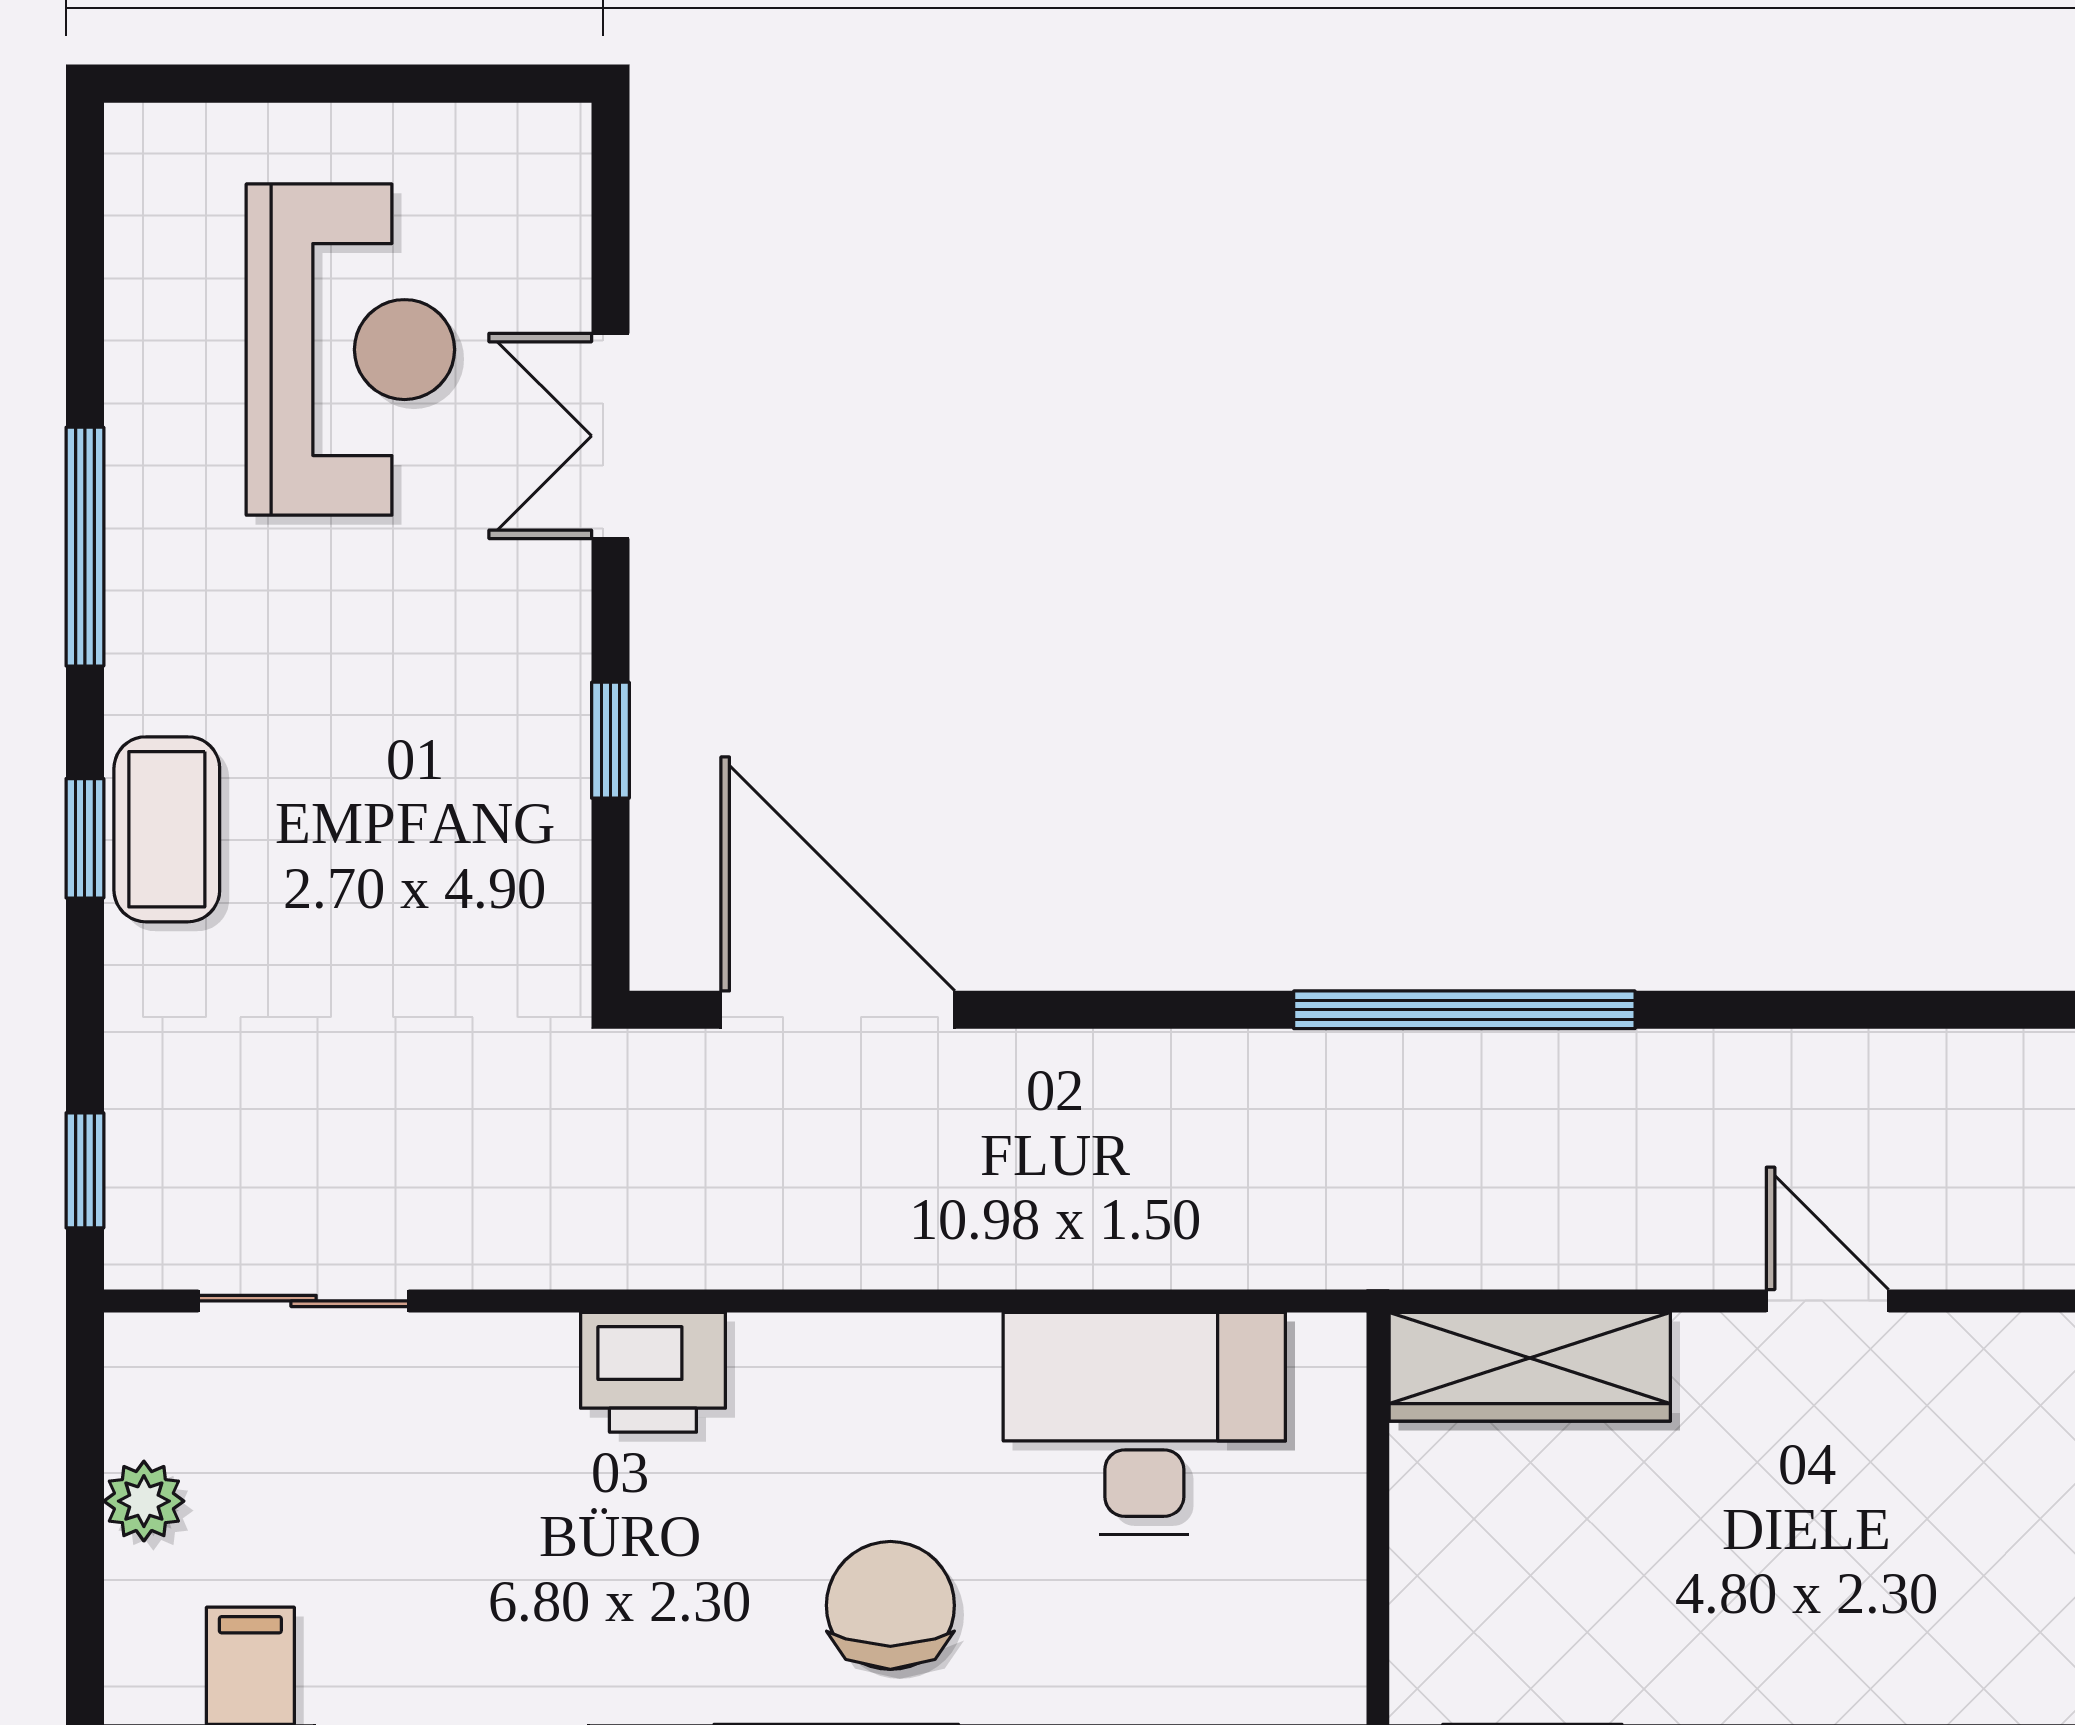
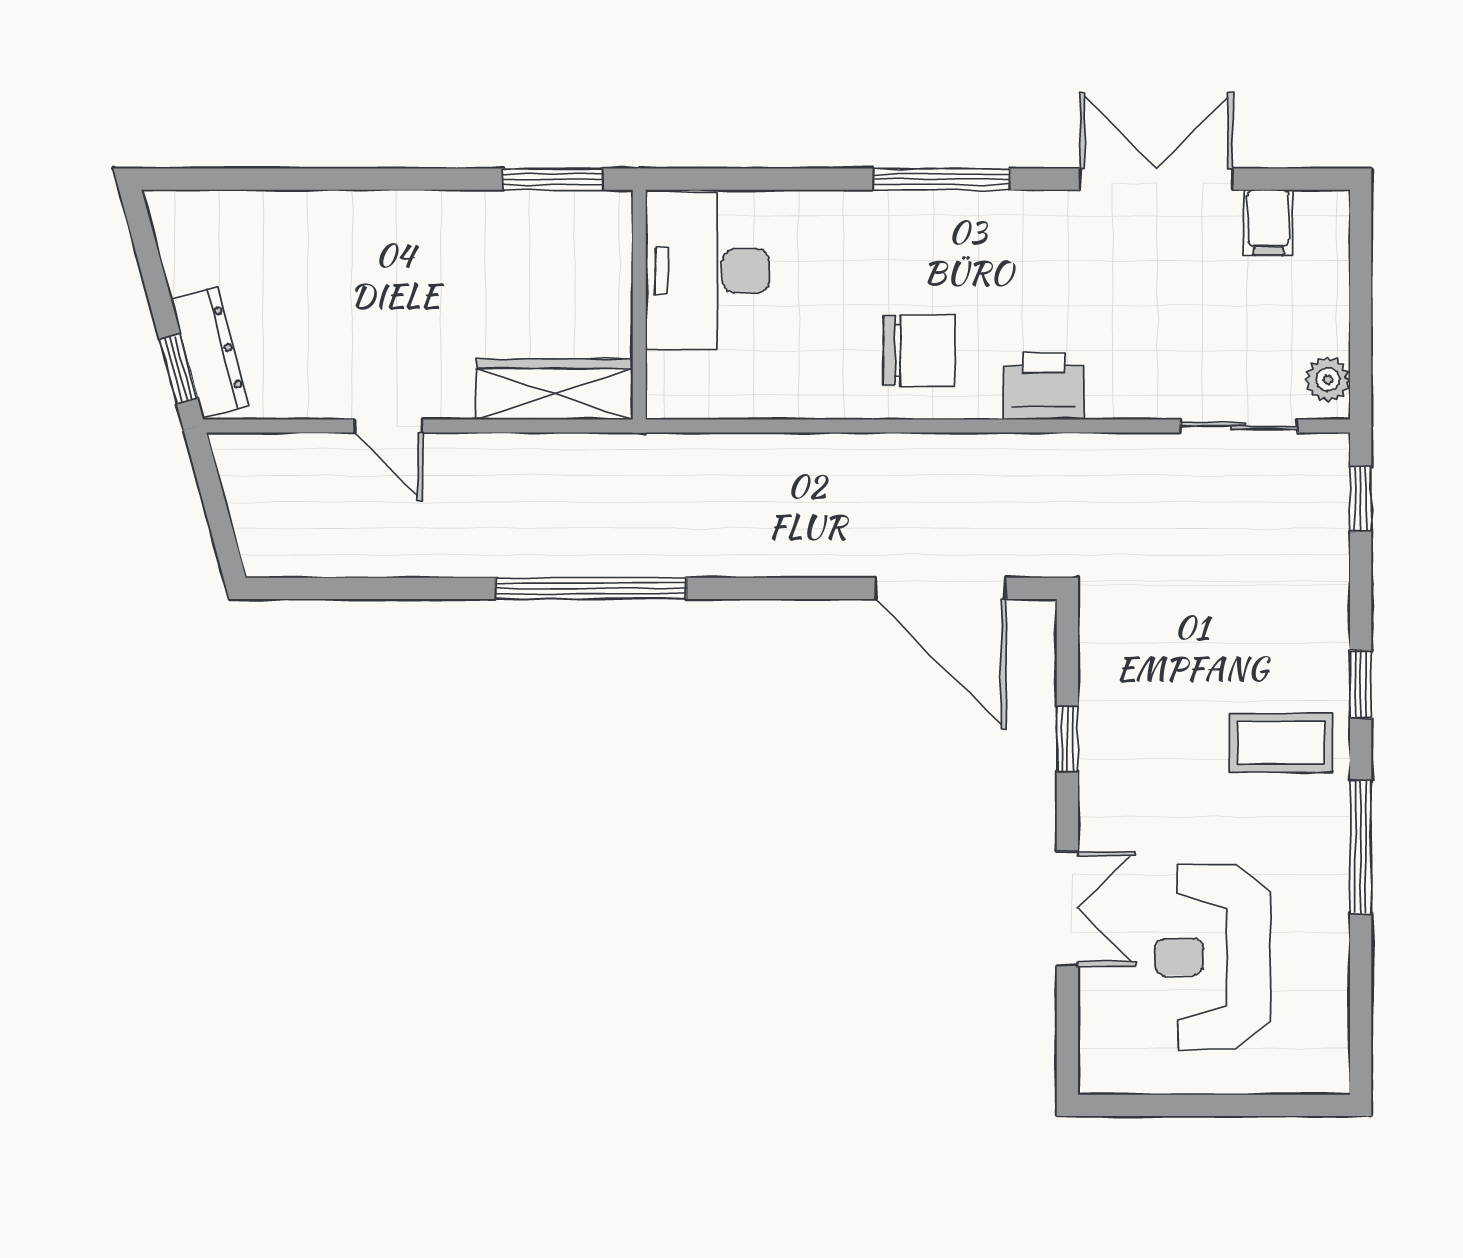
coffee table: (167, 829) -> (1281, 743), moved, turned 90
desk: (1144, 1423) -> (707, 271), moved, turned 90
plant: (144, 1501) -> (1328, 380), moved
chair: (890, 1605) -> (919, 351), moved, turned -90

